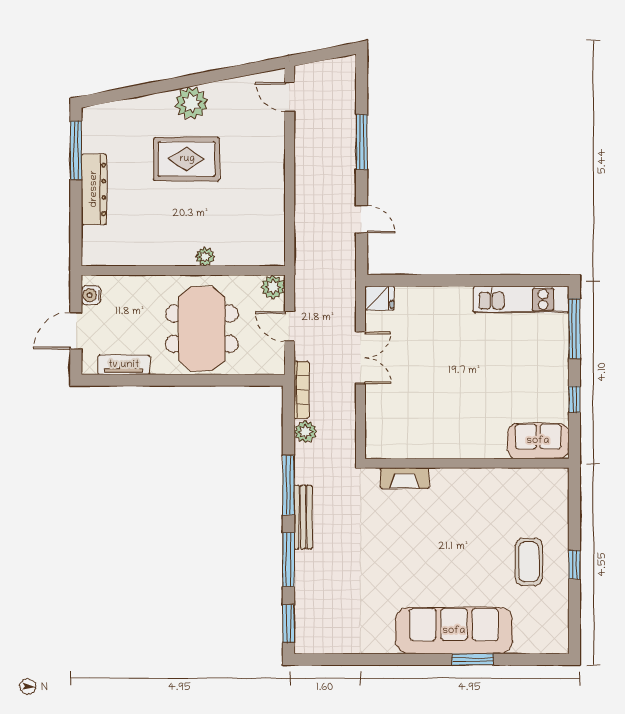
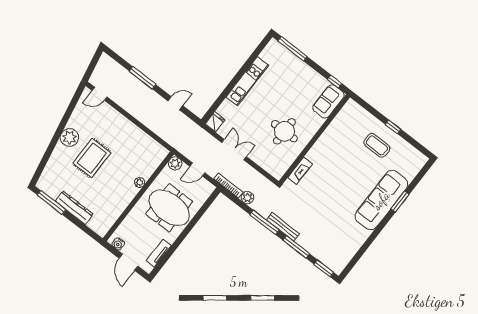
kitchen unit: (521, 299) -> (247, 81), moved
window: (574, 399) -> (335, 82), moved
round table: (444, 410) -> (284, 131), added

